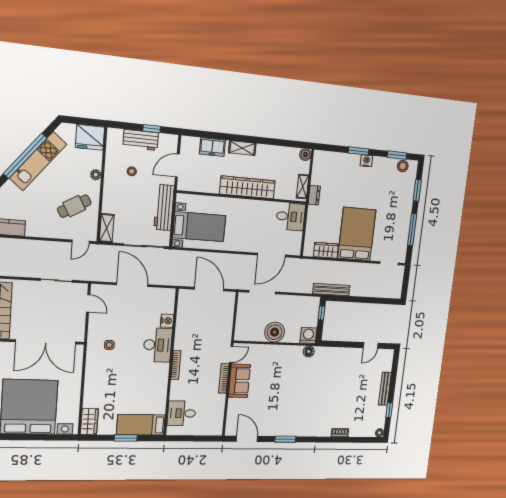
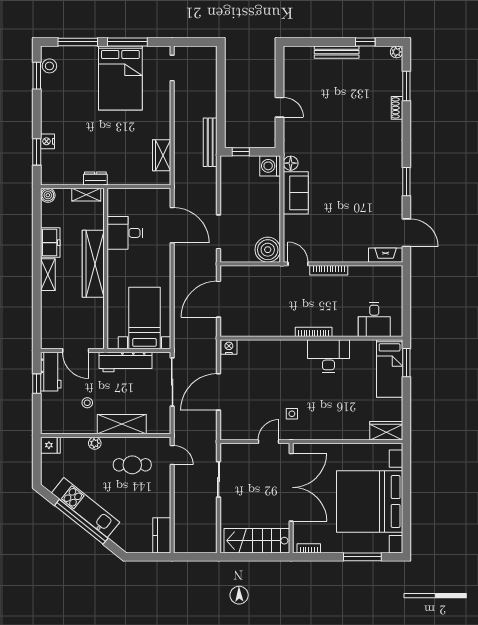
fridge: (90, 137) -> (50, 445), width x0.53, depth x0.75
workbench: (141, 140) -> (51, 372), moved
freezer: (212, 147) -> (50, 243), moved
window: (359, 151) -> (37, 152), moved
nightstand: (366, 161) -> (48, 141), moved
window: (417, 191) -> (78, 42), width x1.44
cafe table: (74, 206) -> (132, 465), turned -60
desk: (291, 217) -> (125, 233), moved, turned -90
shelving: (107, 228) -> (122, 424), moved, width x1.50, depth x1.33
bed: (357, 234) -> (120, 78), moved, turned -90
door: (88, 303) -> (268, 442), moved
nightstand: (167, 321) -> (229, 347), moved
boiler: (275, 332) -> (268, 250), moved
desk: (158, 345) -> (328, 356), moved
door: (371, 345) -> (280, 107), moved
sofa: (239, 381) -> (296, 193), moved, turned 90
fireplace: (231, 423) -> (386, 255), added
window: (126, 438) -> (406, 363), moved
door: (247, 439) -> (406, 233), swing flipped
window: (355, 440) -> (406, 86), added

